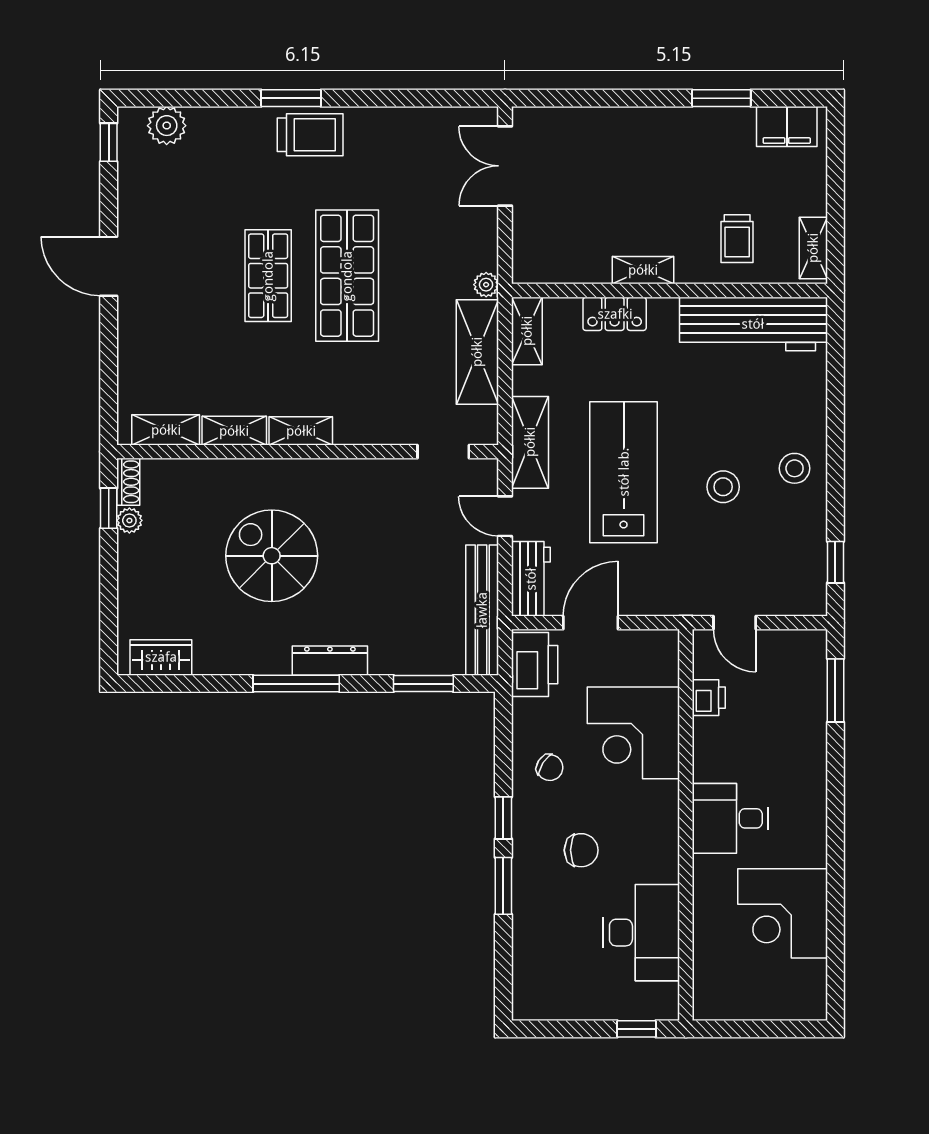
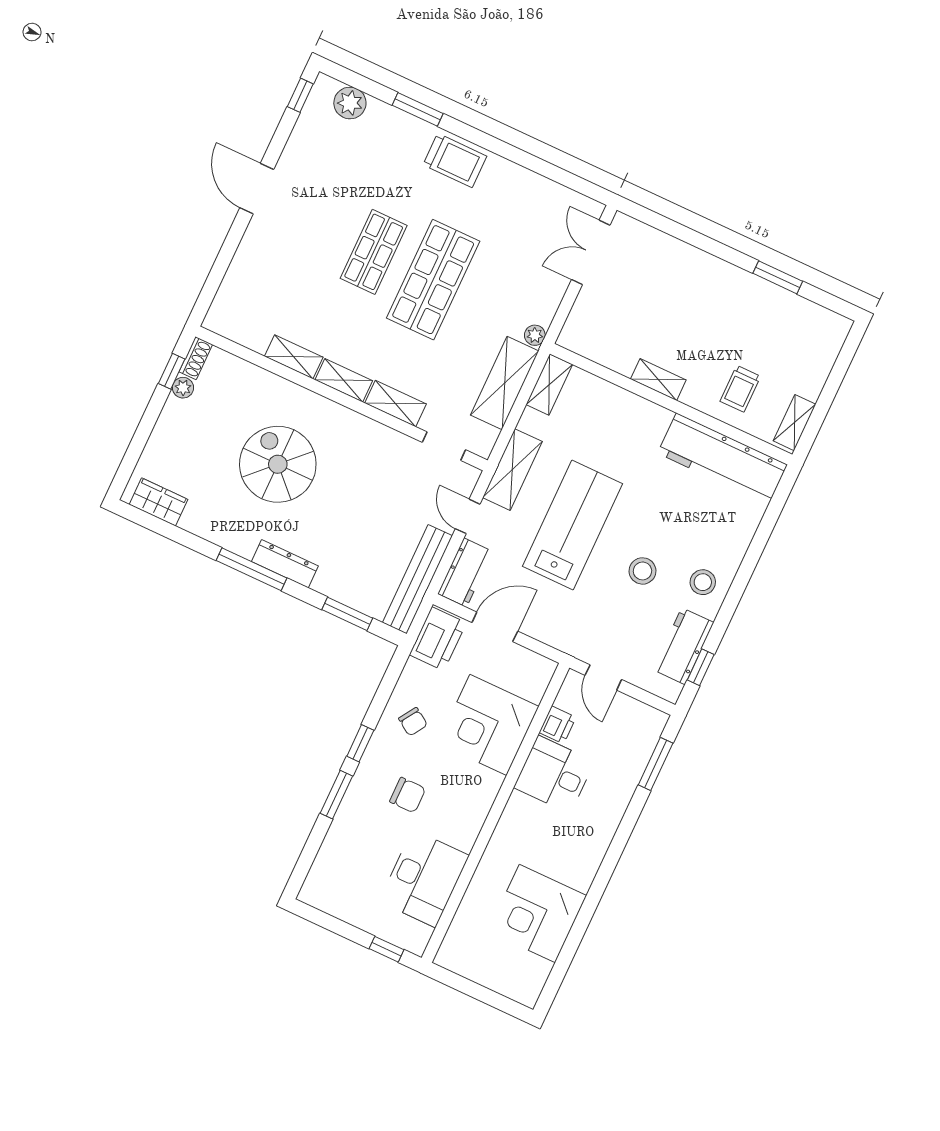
window: (291, 98) -> (418, 109), moved
filing cabinet: (787, 126) -> (817, 322), removed
locker: (615, 314) -> (621, 402), removed
shelving: (166, 430) -> (395, 404), moved
workbench: (806, 548) -> (683, 646), added
desk: (730, 818) -> (554, 774), moved

